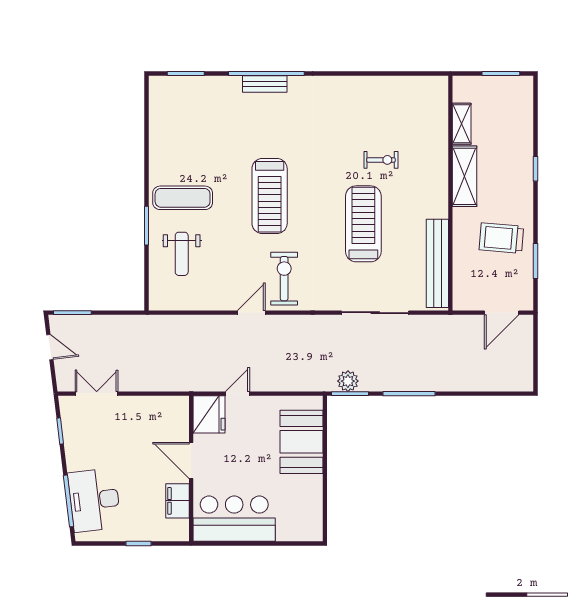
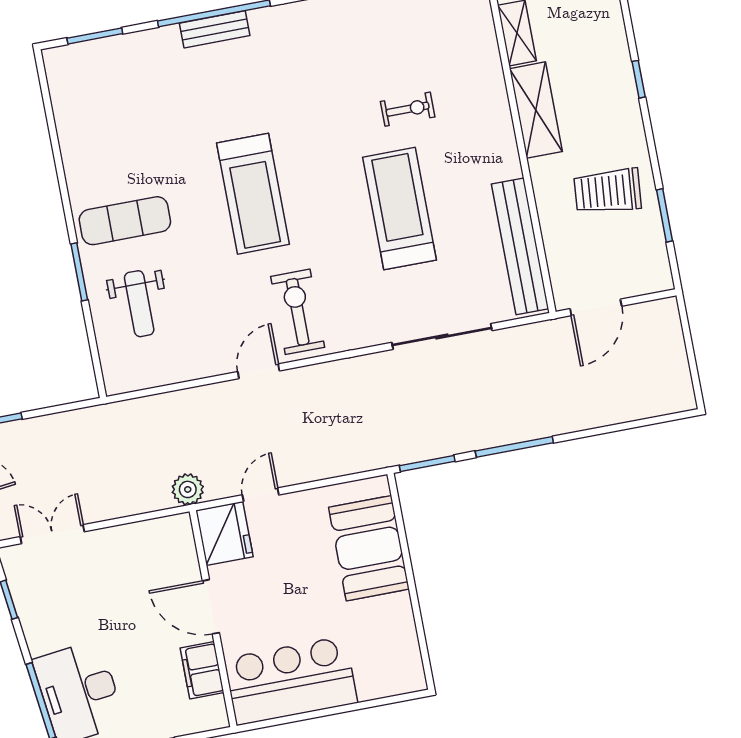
door: (502, 313) -> (596, 307), moved
plant: (348, 381) -> (188, 489), moved

